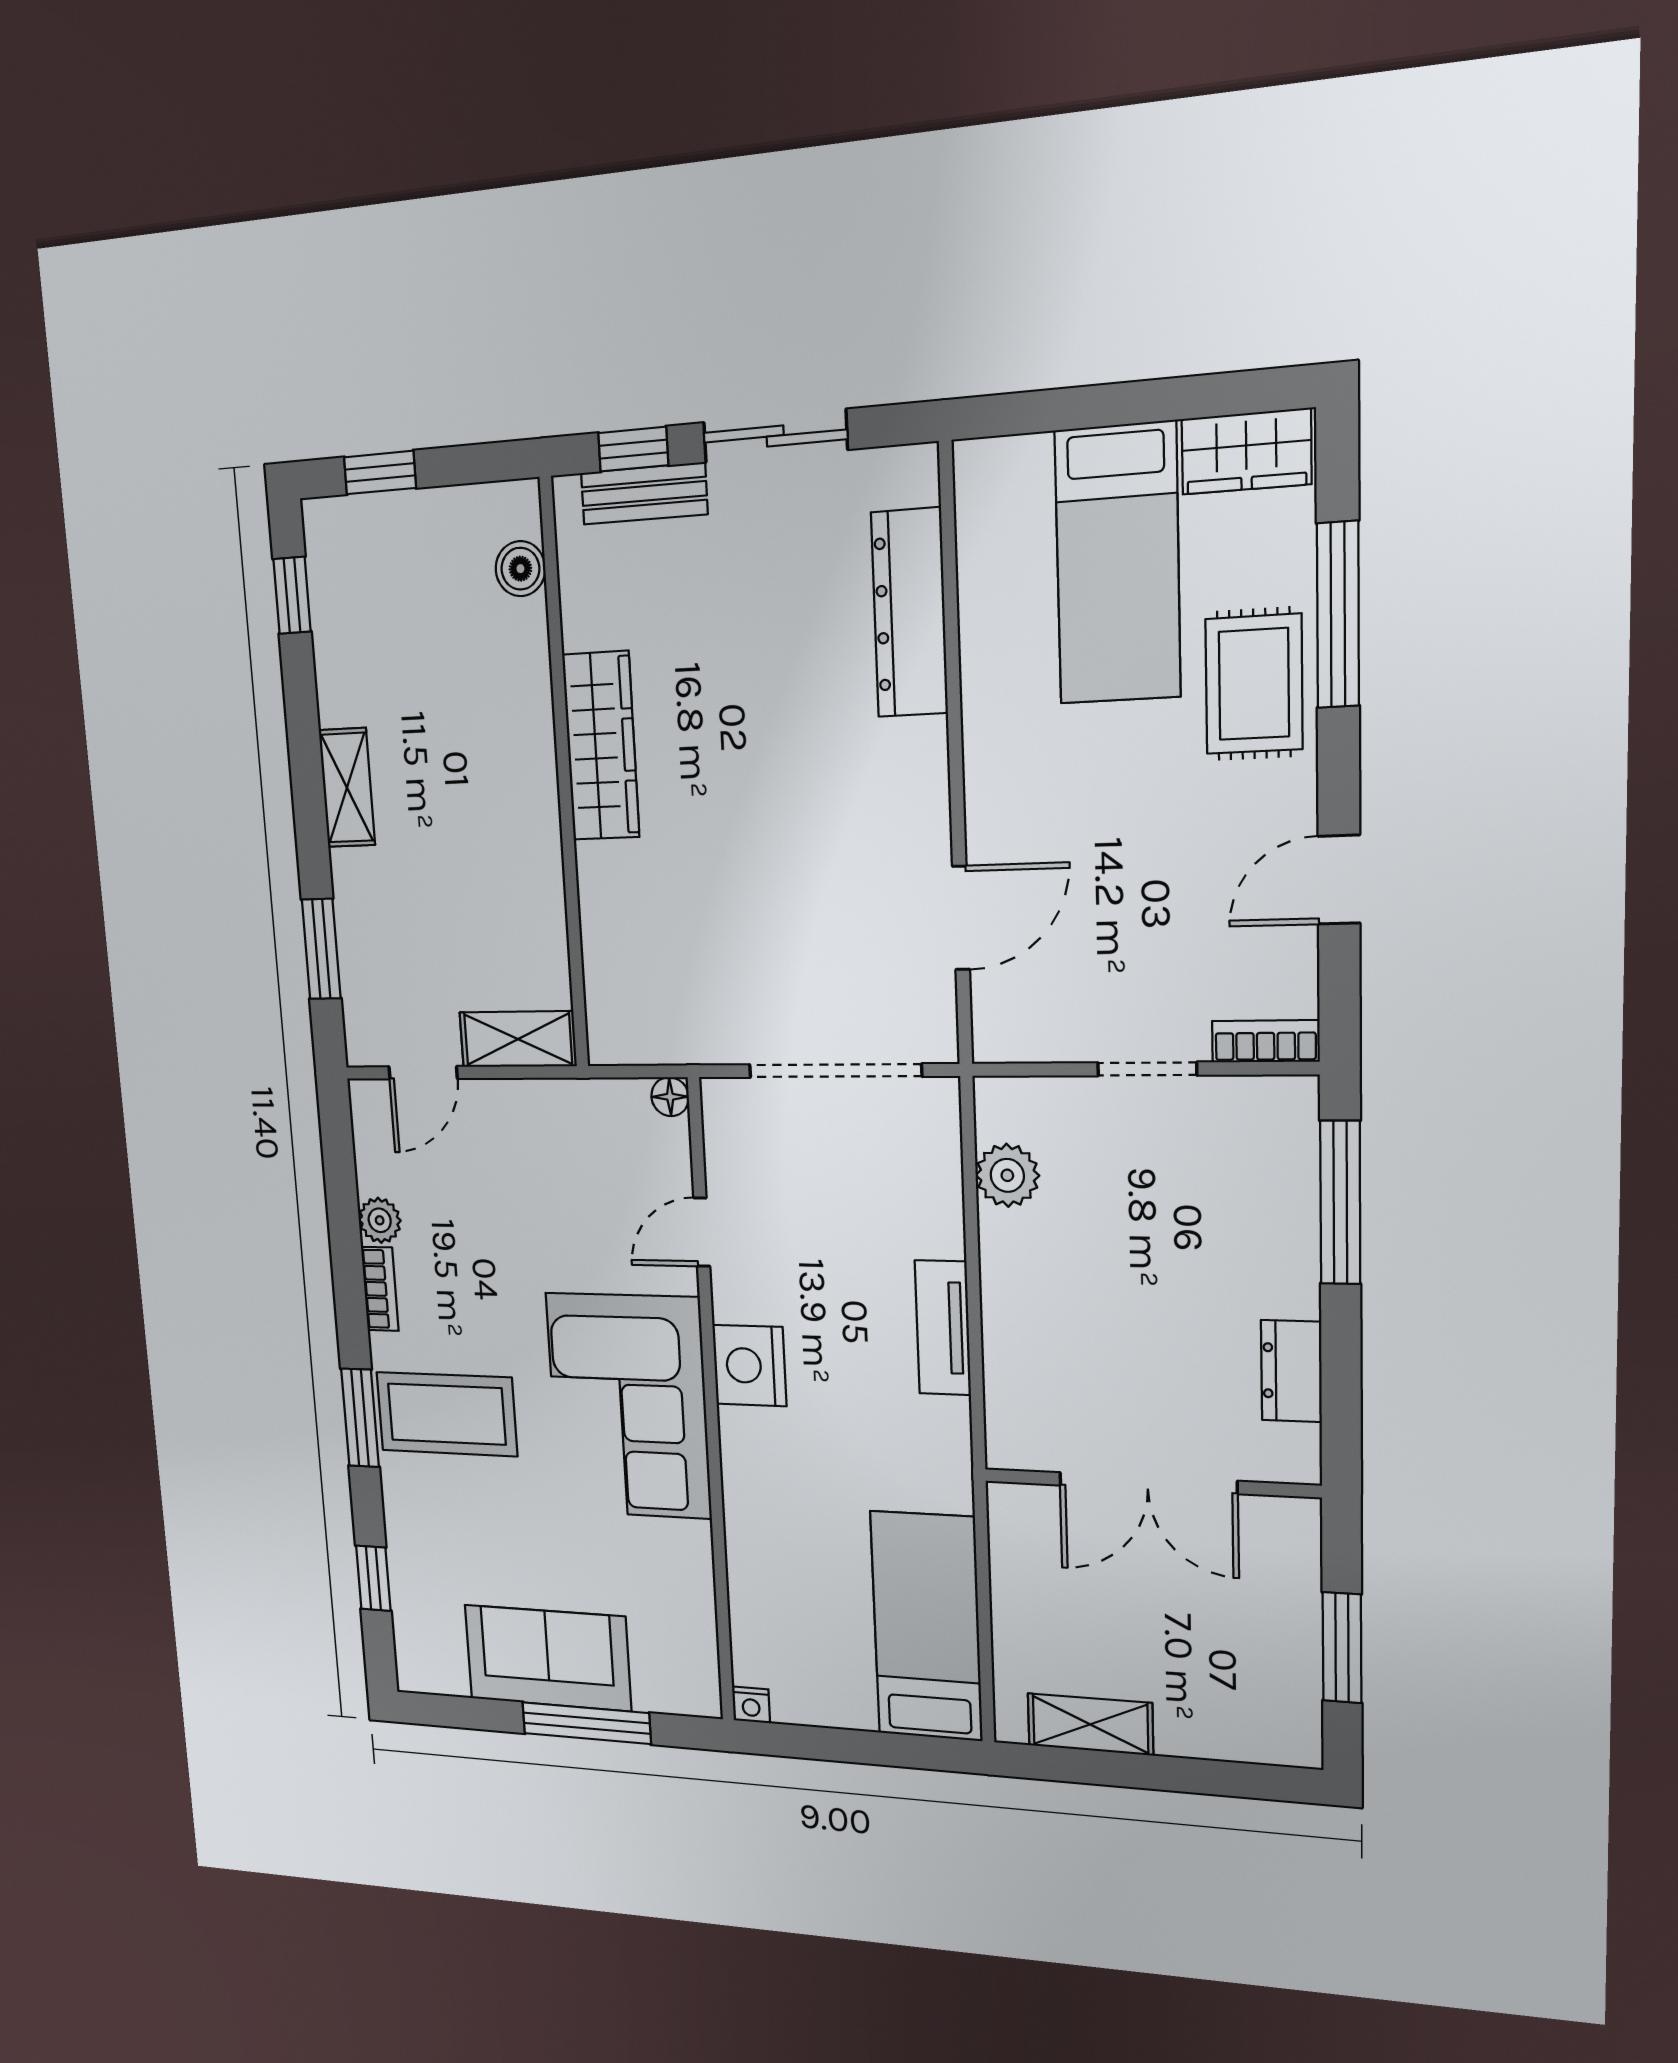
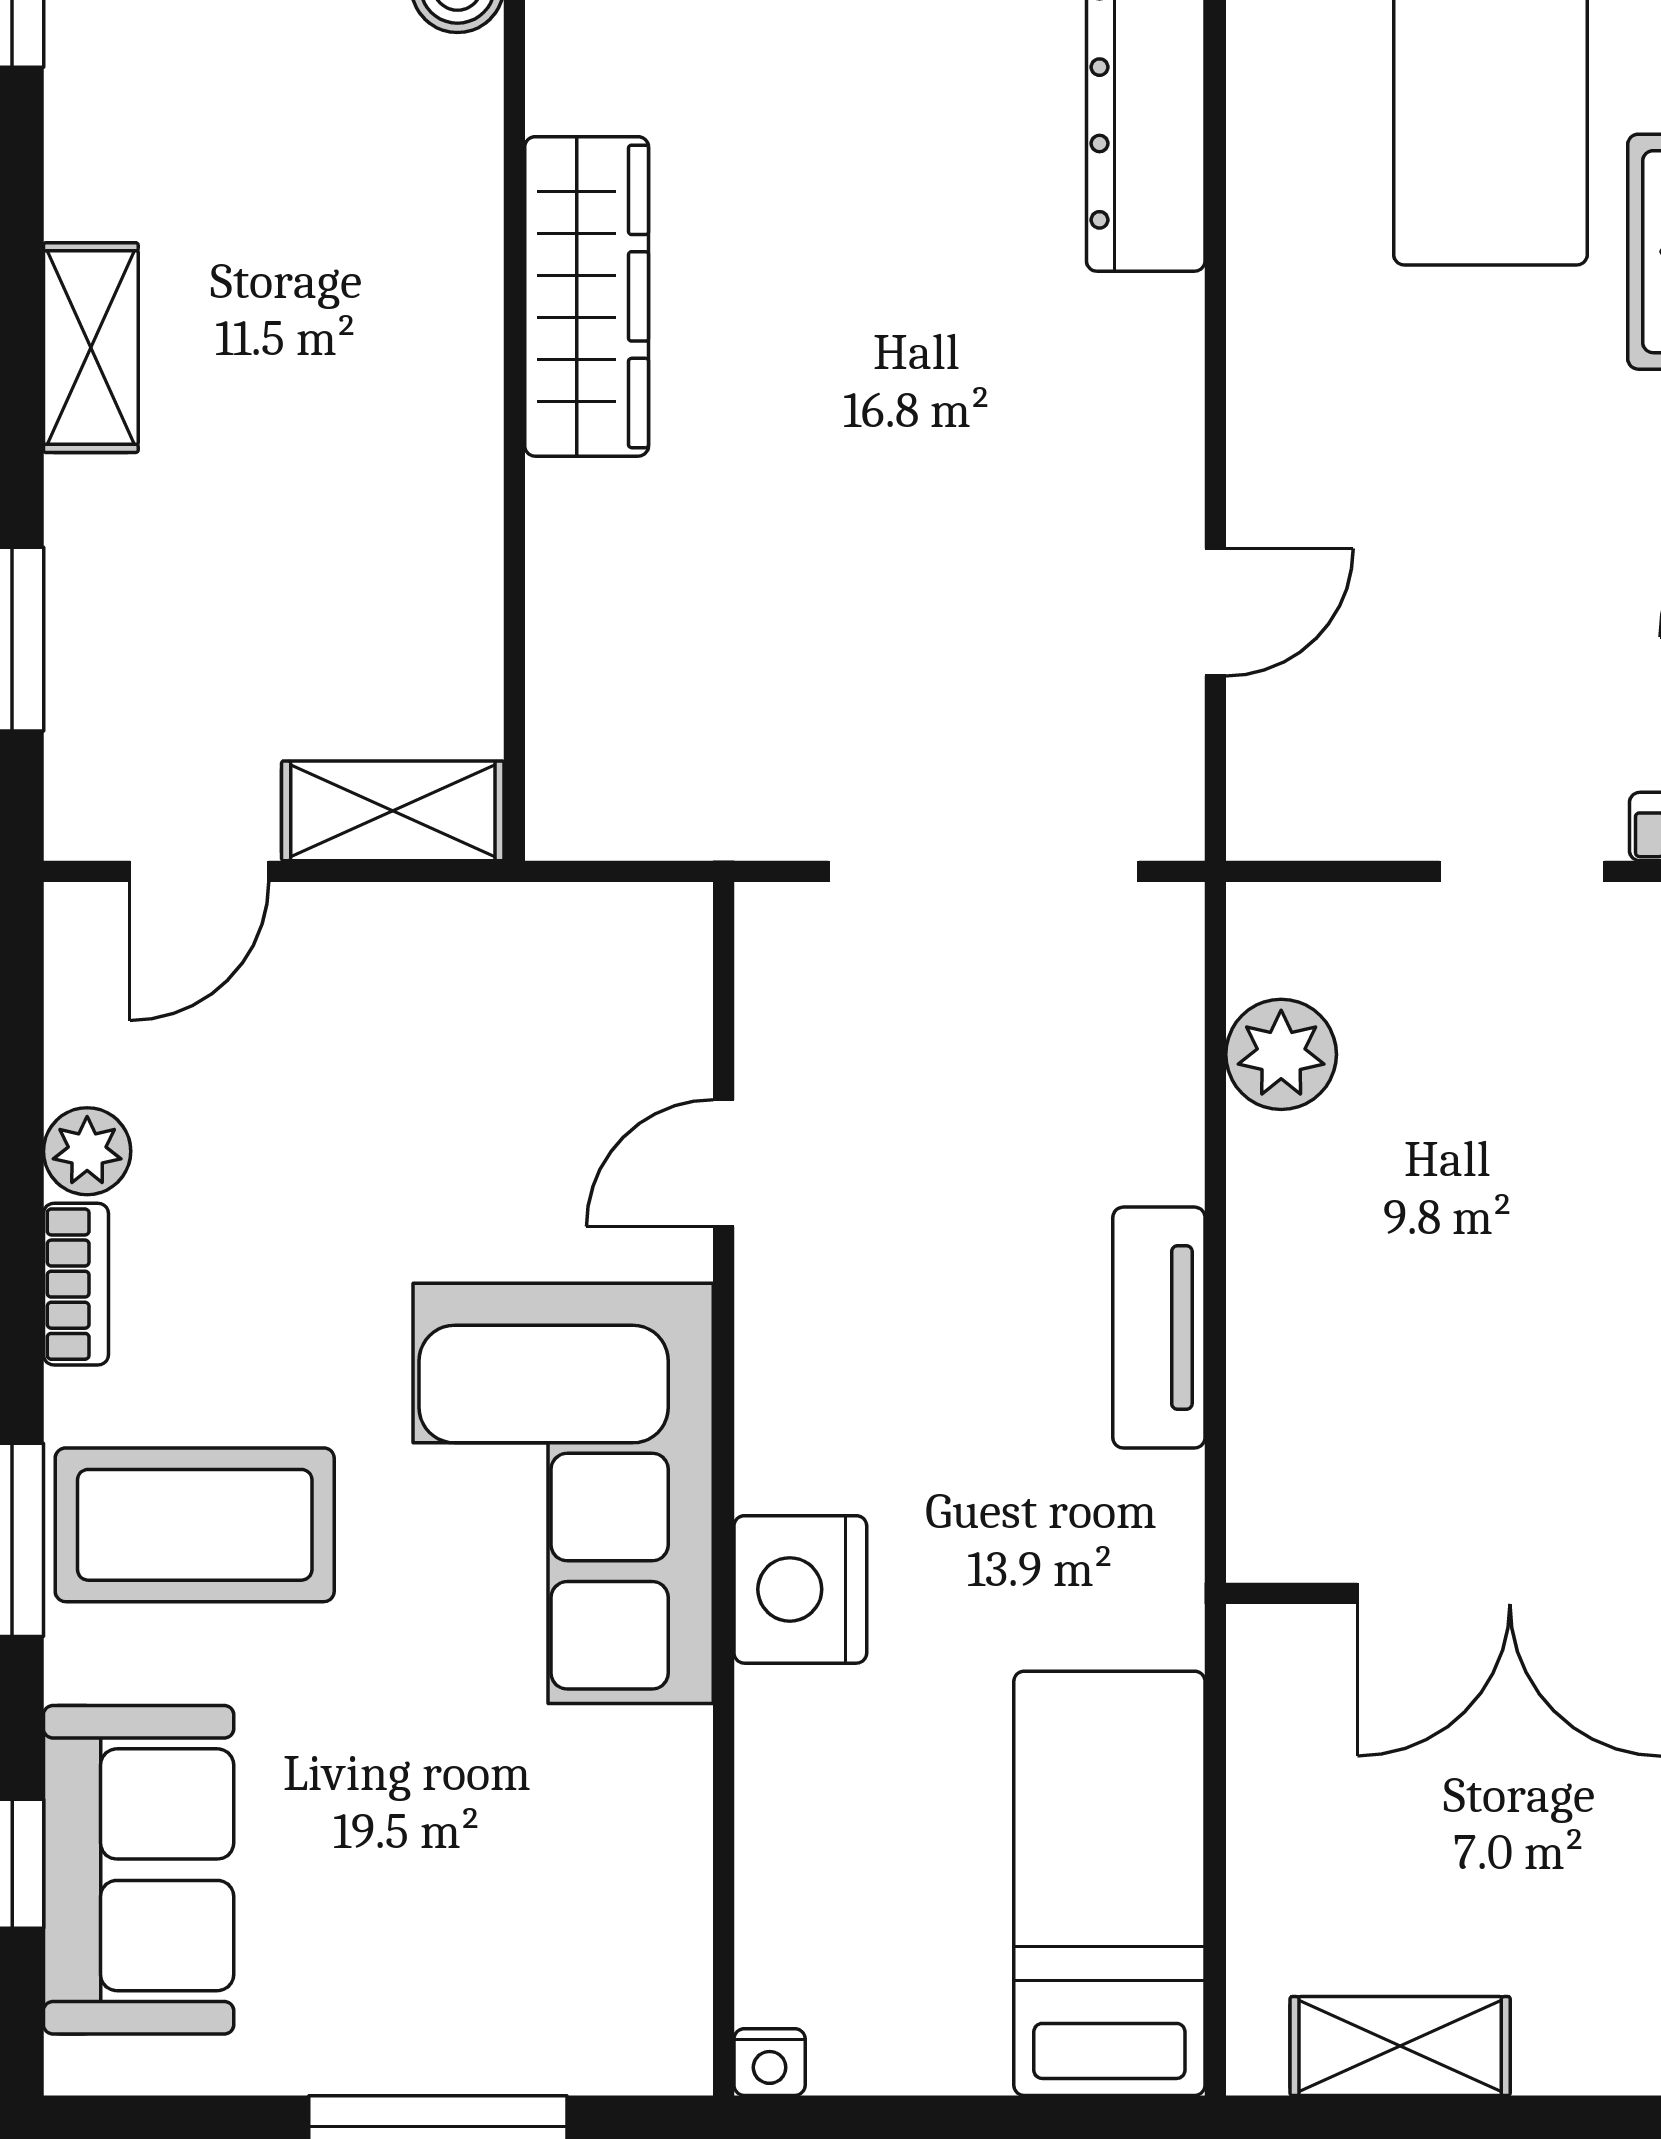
door: (961, 918) -> (1215, 612), width x0.73
floor lamp: (670, 1097) -> (678, 917), removed
nightstand: (749, 1366) -> (800, 1589), moved
sofa: (548, 1658) -> (139, 1870), moved, turned 90

